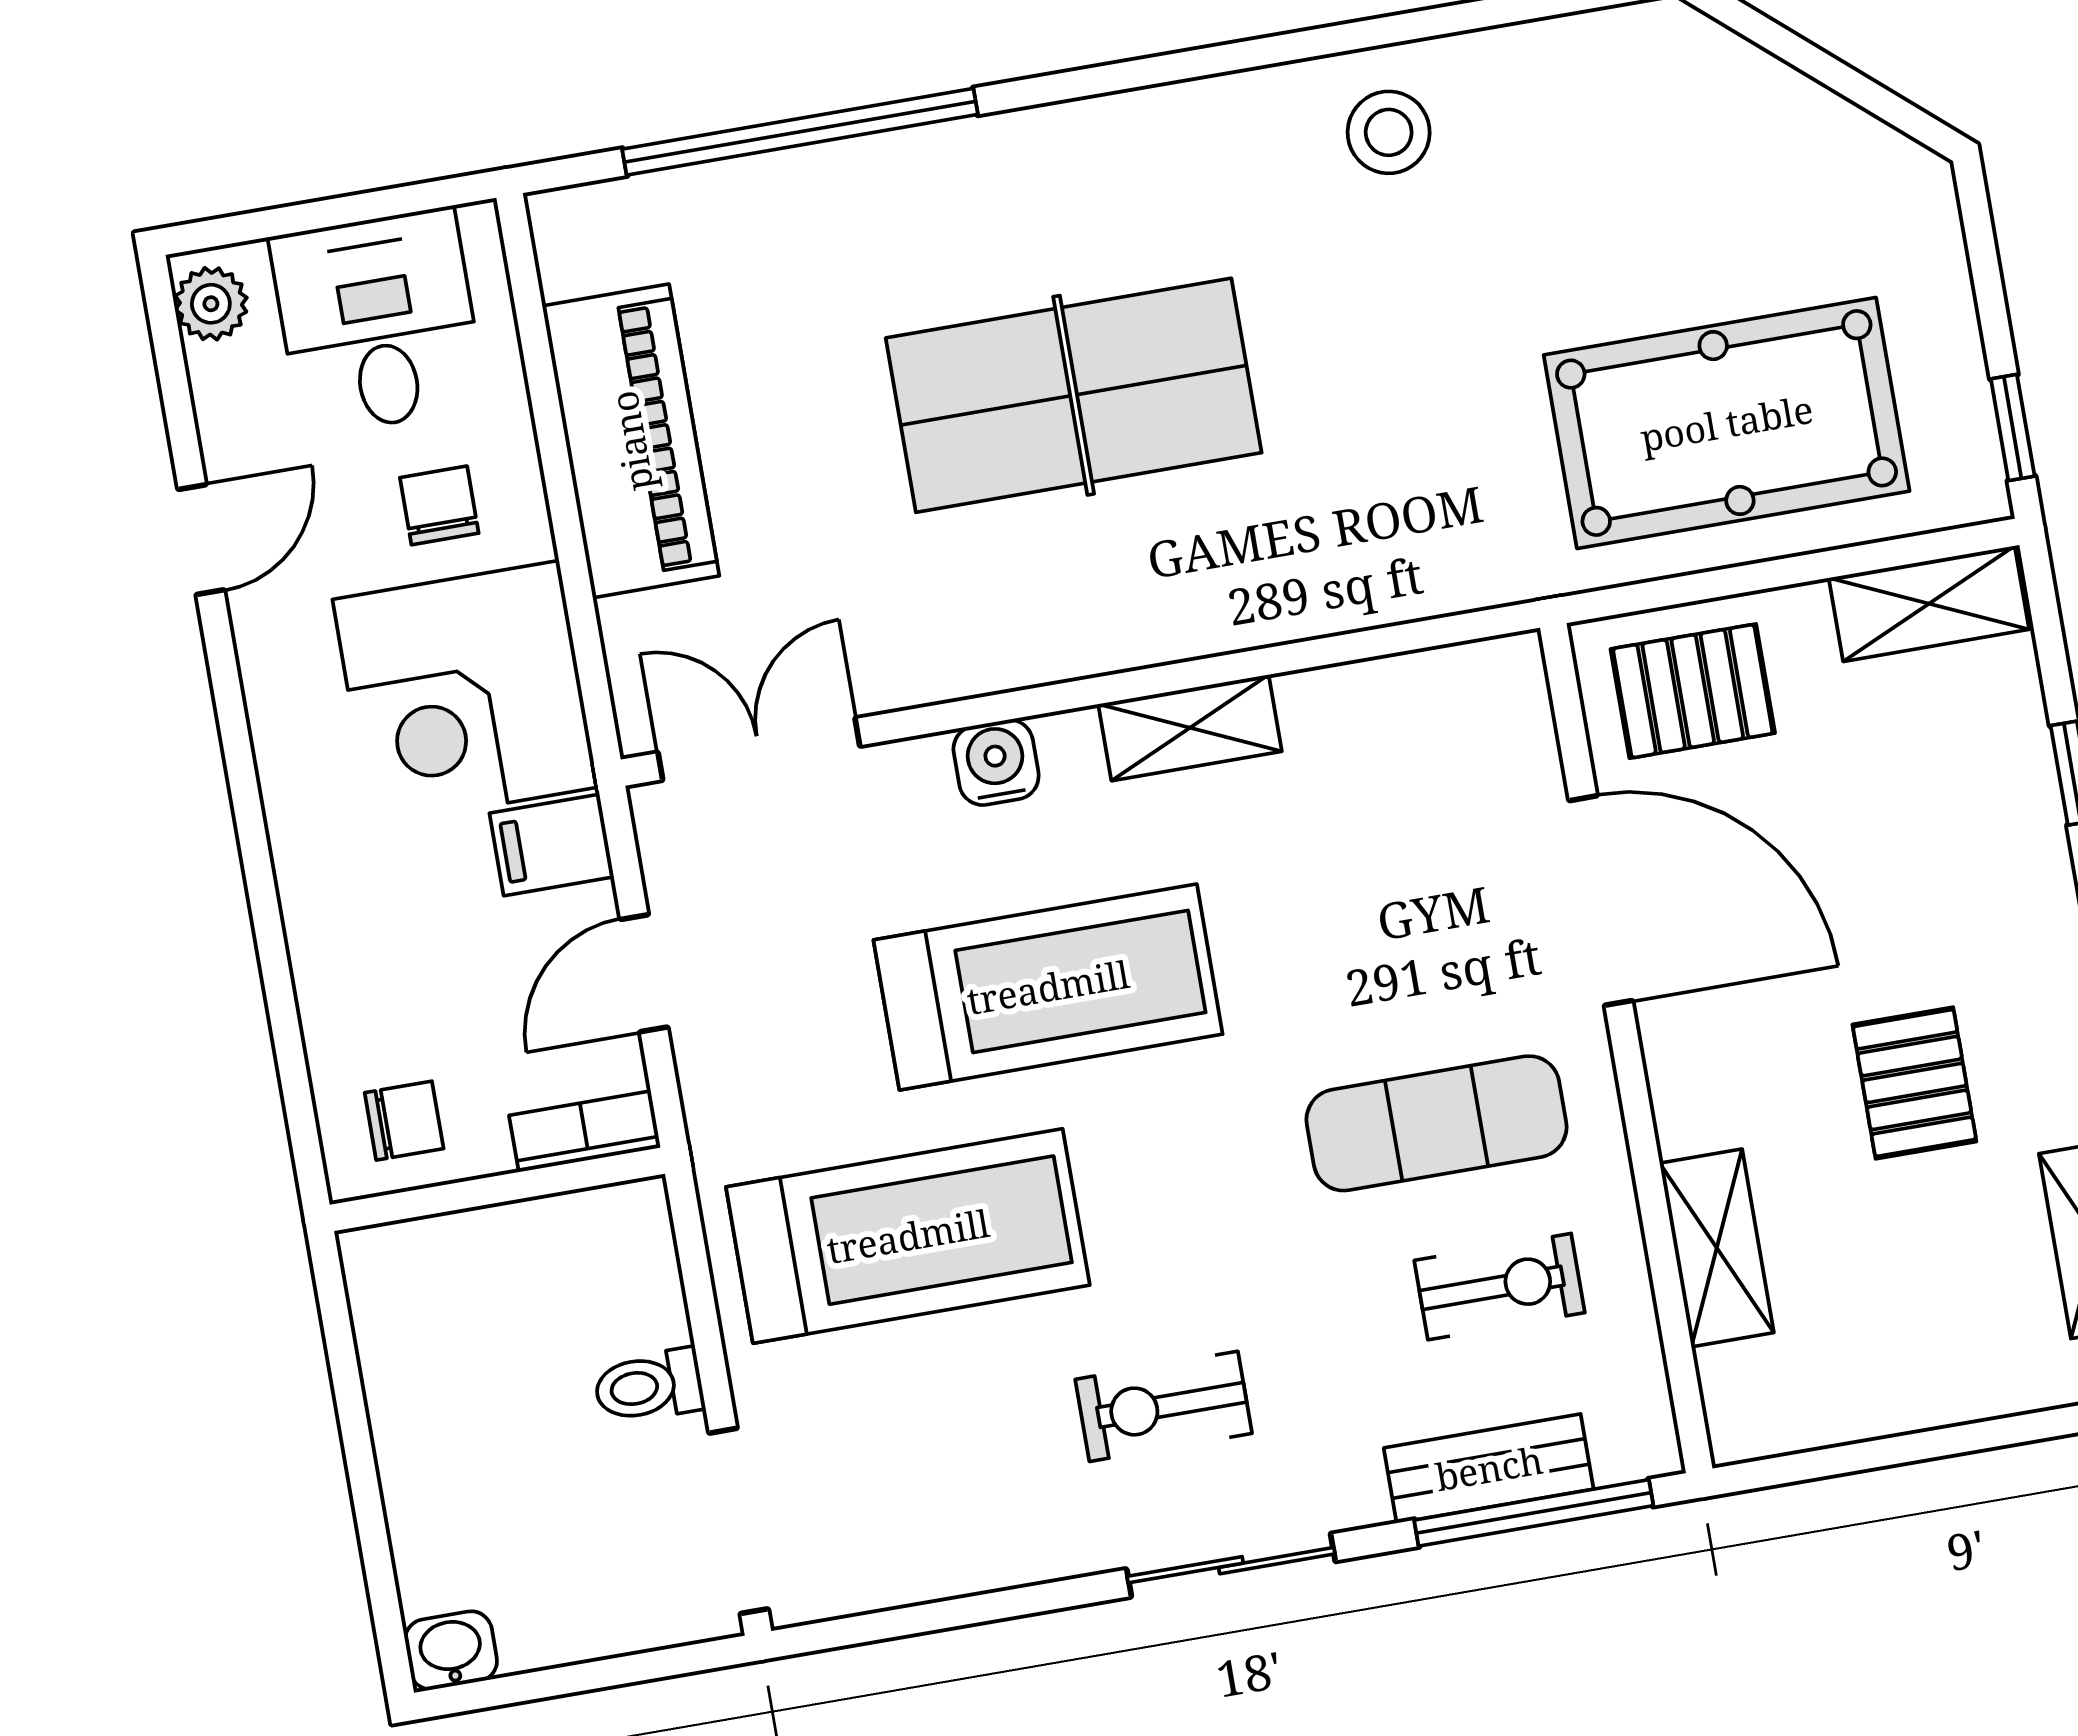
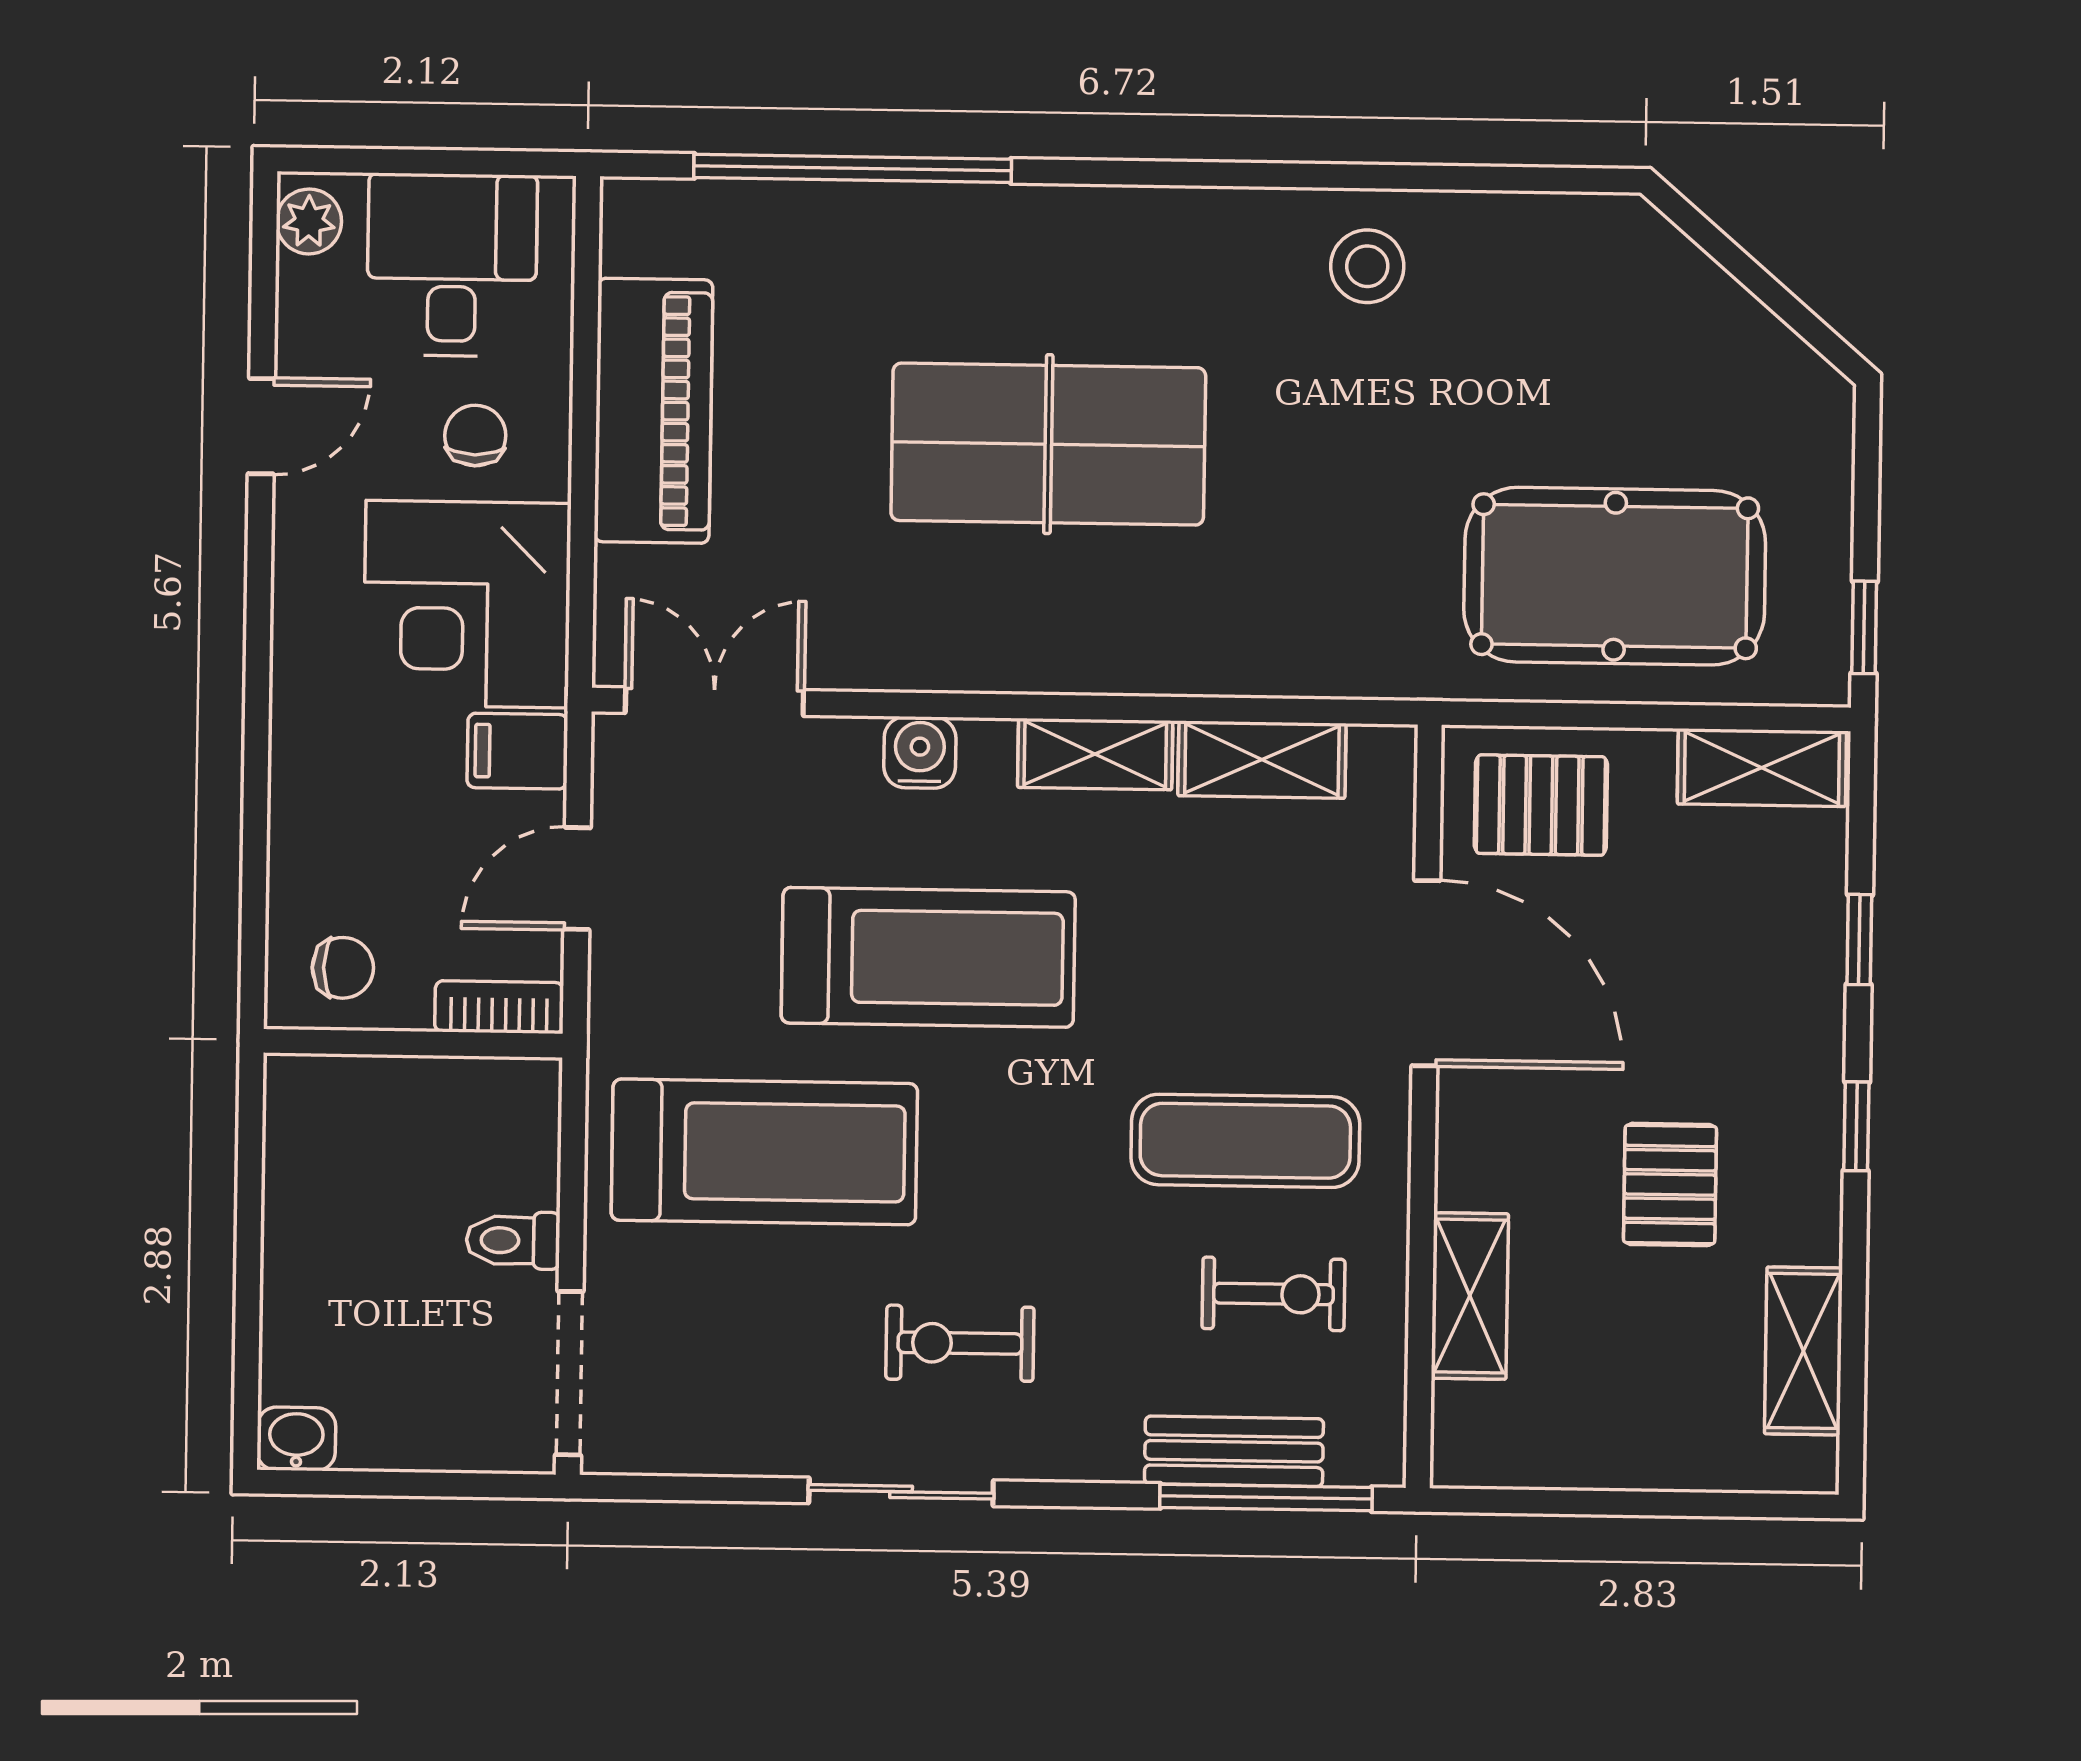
shelving: (1375, 699) -> (1262, 760), added
sliding door: (1231, 1565) -> (901, 1492), moved

